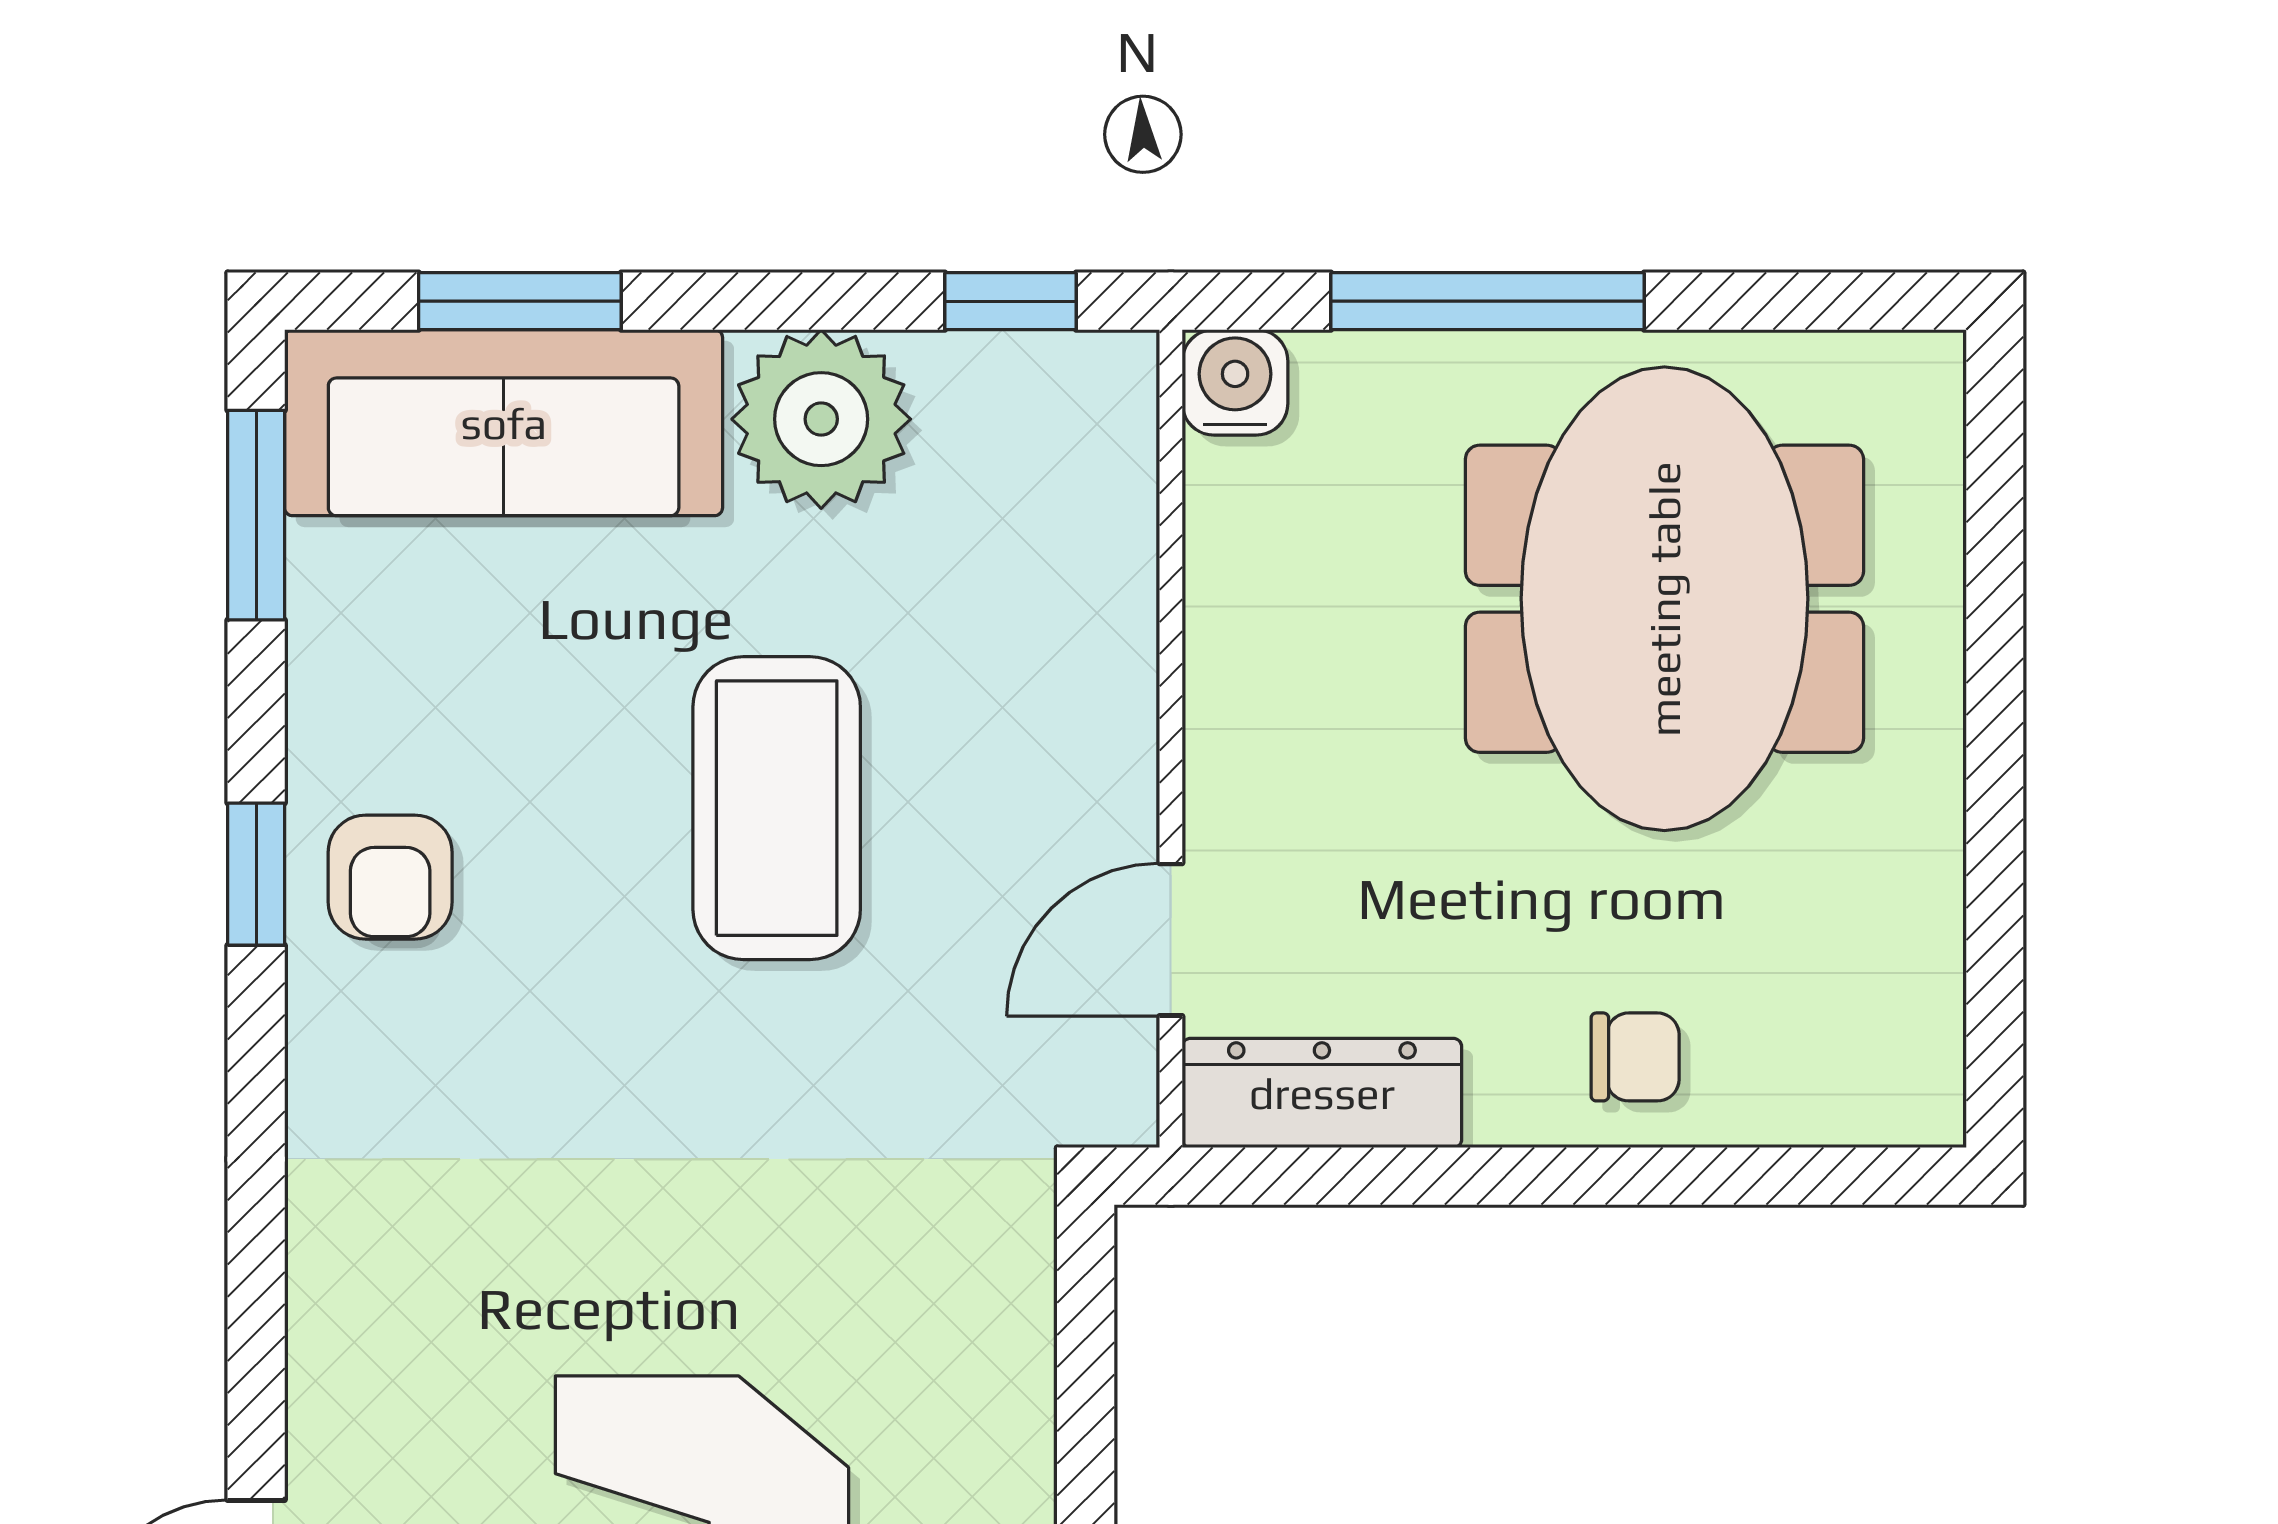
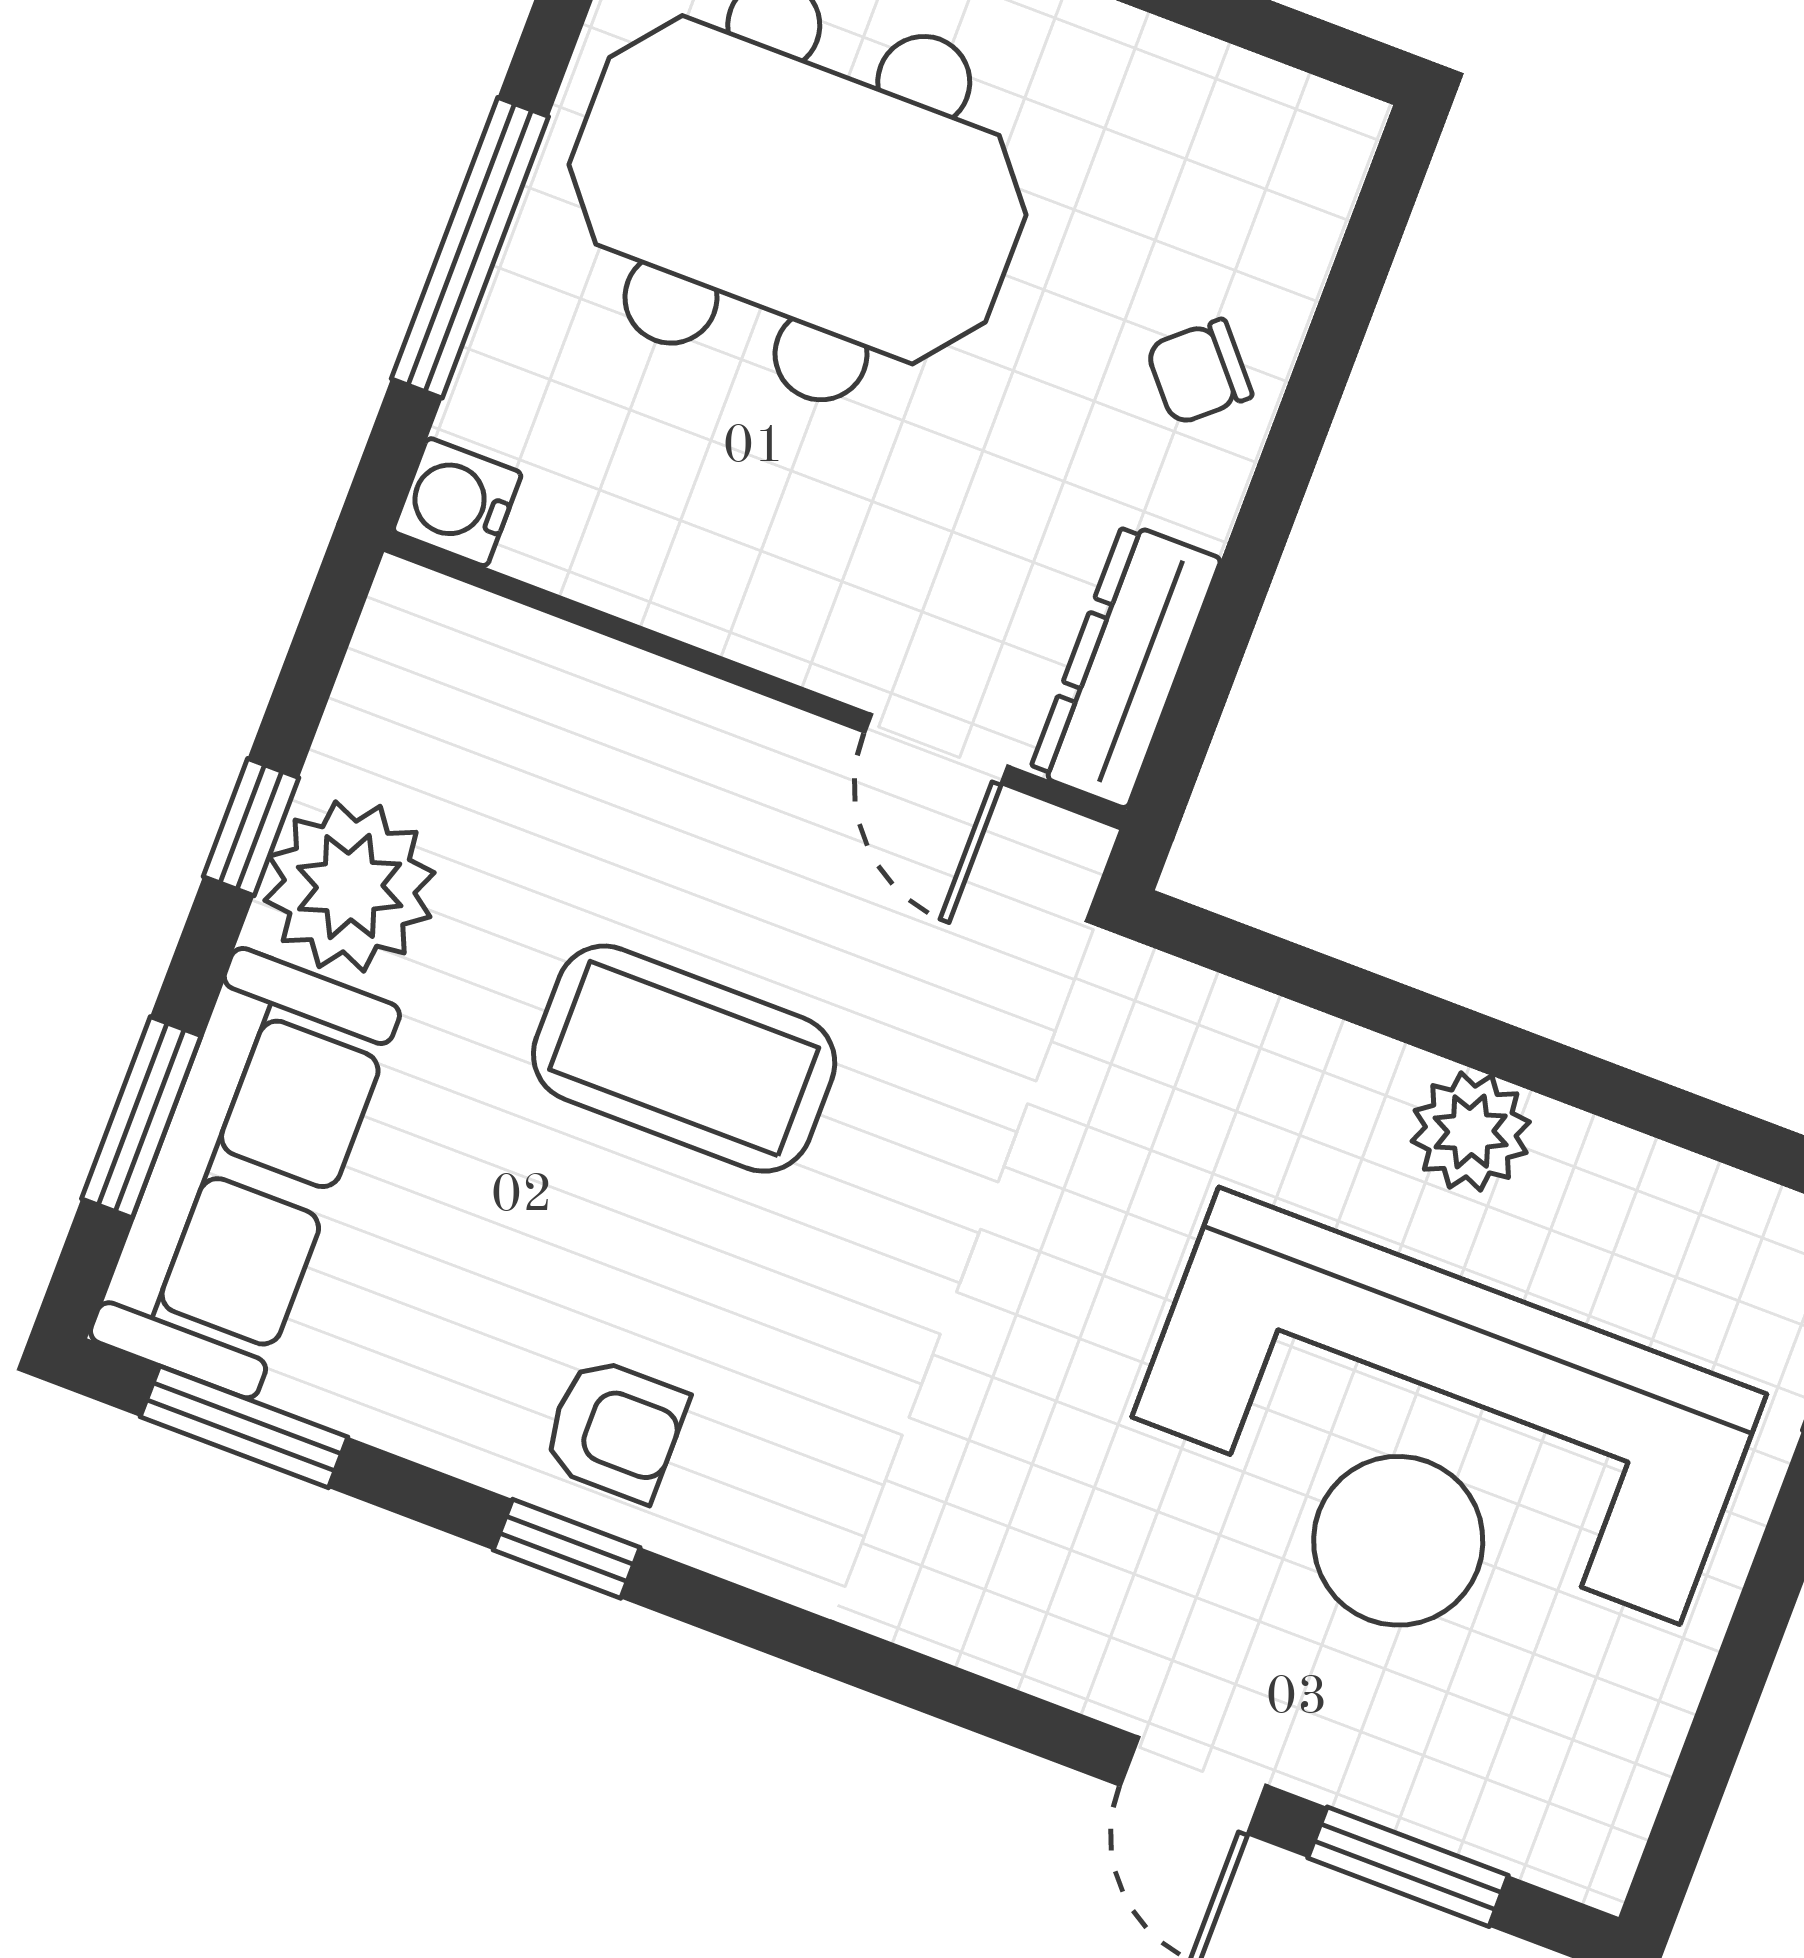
window: (1010, 301) -> (251, 827), moved
chair: (1635, 1057) -> (1199, 372), turned -131

